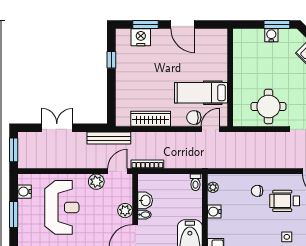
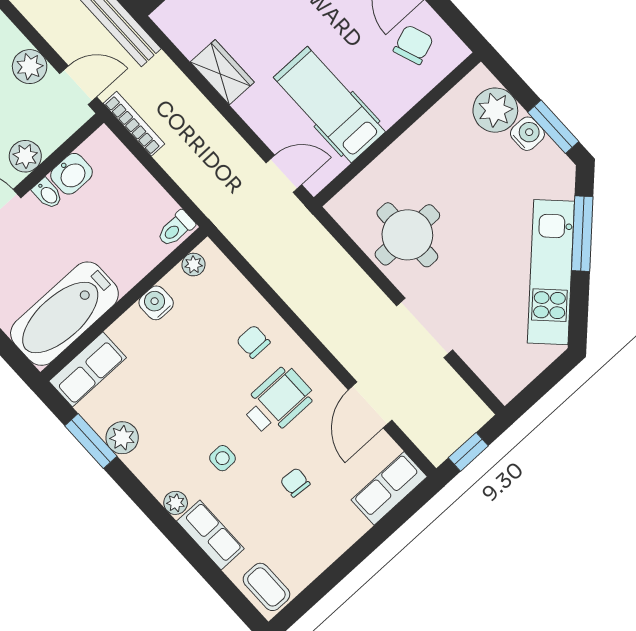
plant: (254, 39) -> (495, 110), added
chair: (194, 118) -> (413, 45), moved, turned 70
wardrobe: (151, 119) -> (222, 72), width x0.67
wheelchair: (285, 201) -> (278, 401), turned 90

